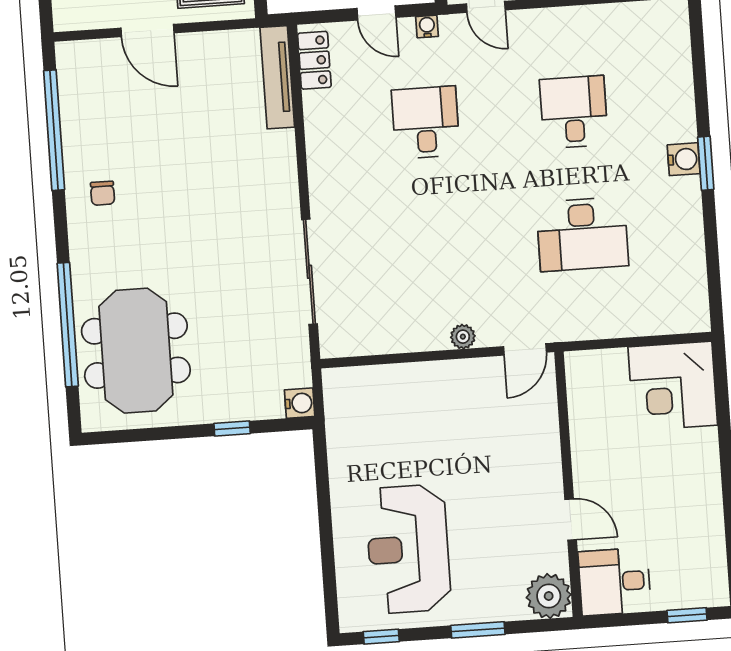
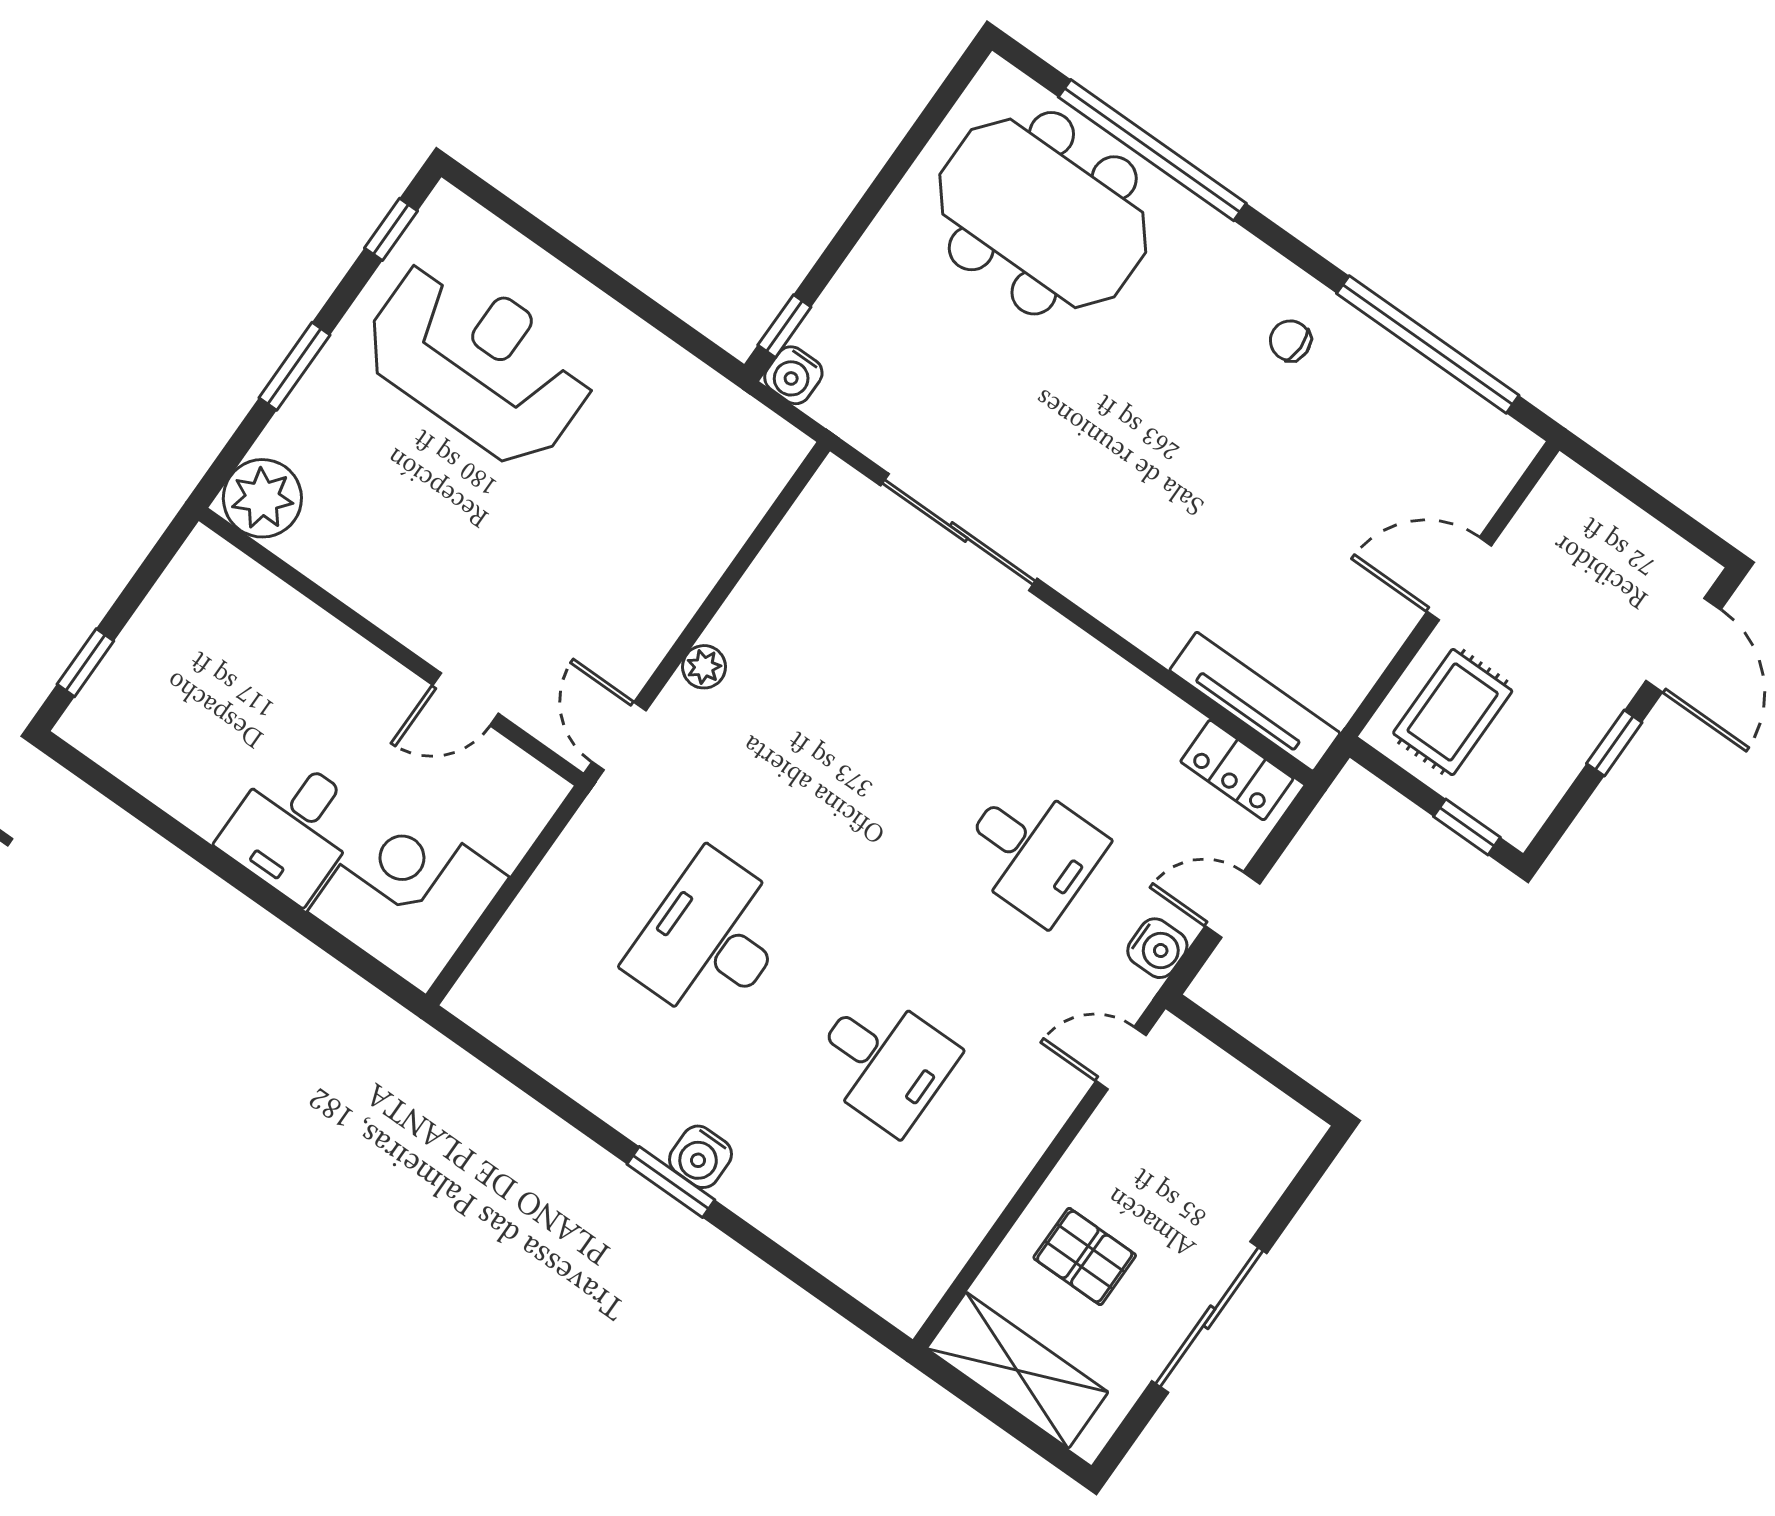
water cooler: (427, 26) -> (1157, 948), width x1.38, depth x1.38
window: (232, 428) -> (784, 326), moved
door: (571, 520) -> (465, 699), moved
desk: (615, 582) -> (292, 828), moved, turned 180

